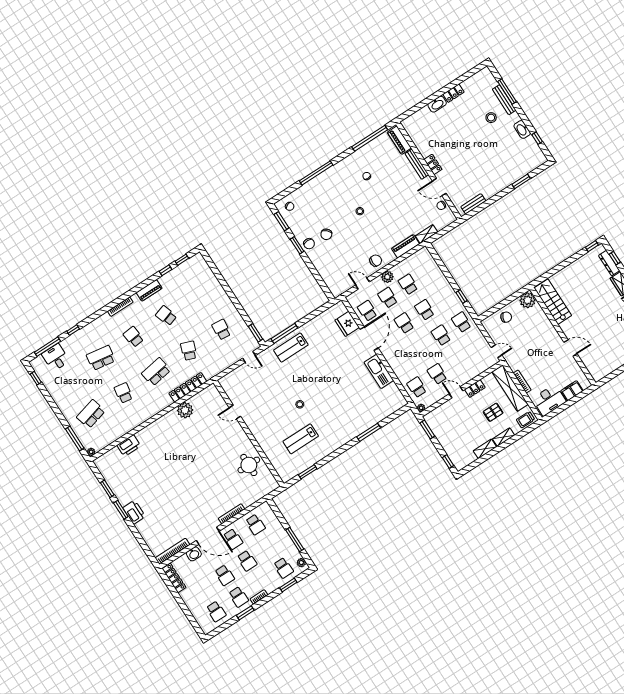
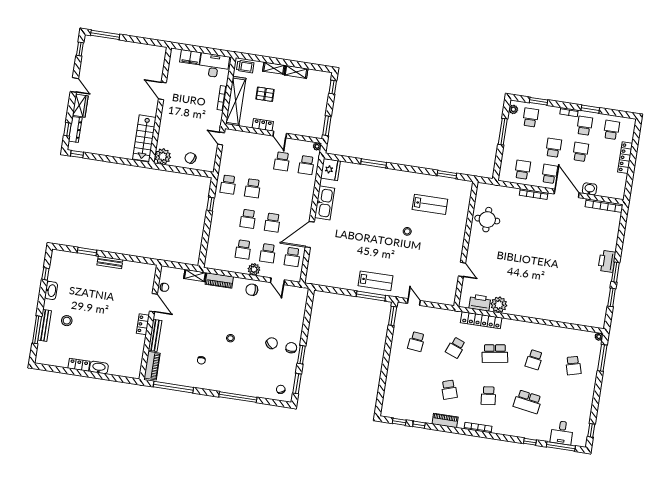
bench: (473, 204) -> (110, 262), moved
fridge: (347, 324) -> (330, 170), moved
school desk: (91, 414) -> (573, 366), width x0.54
printer: (129, 446) -> (480, 303), moved
locker: (174, 578) -> (625, 158), moved

